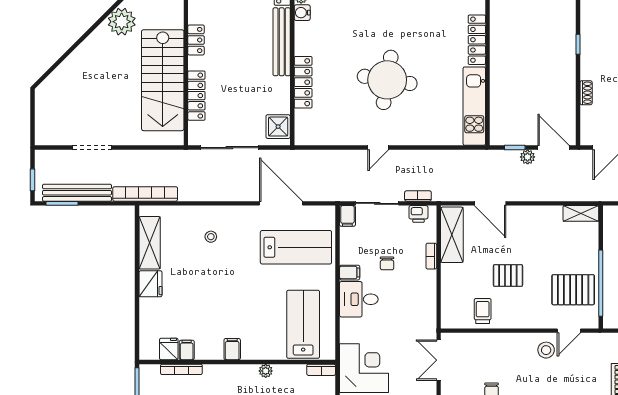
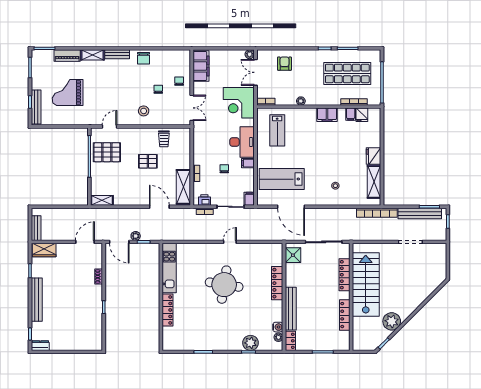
locker: (196, 40) -> (345, 315), width x1.53
desk: (359, 299) -> (242, 142), width x1.37
lab bench: (303, 324) -> (277, 130), width x0.73, depth x0.72
filing cabinet: (232, 349) -> (327, 115), width x2.00
stool: (546, 350) -> (144, 111), moved

